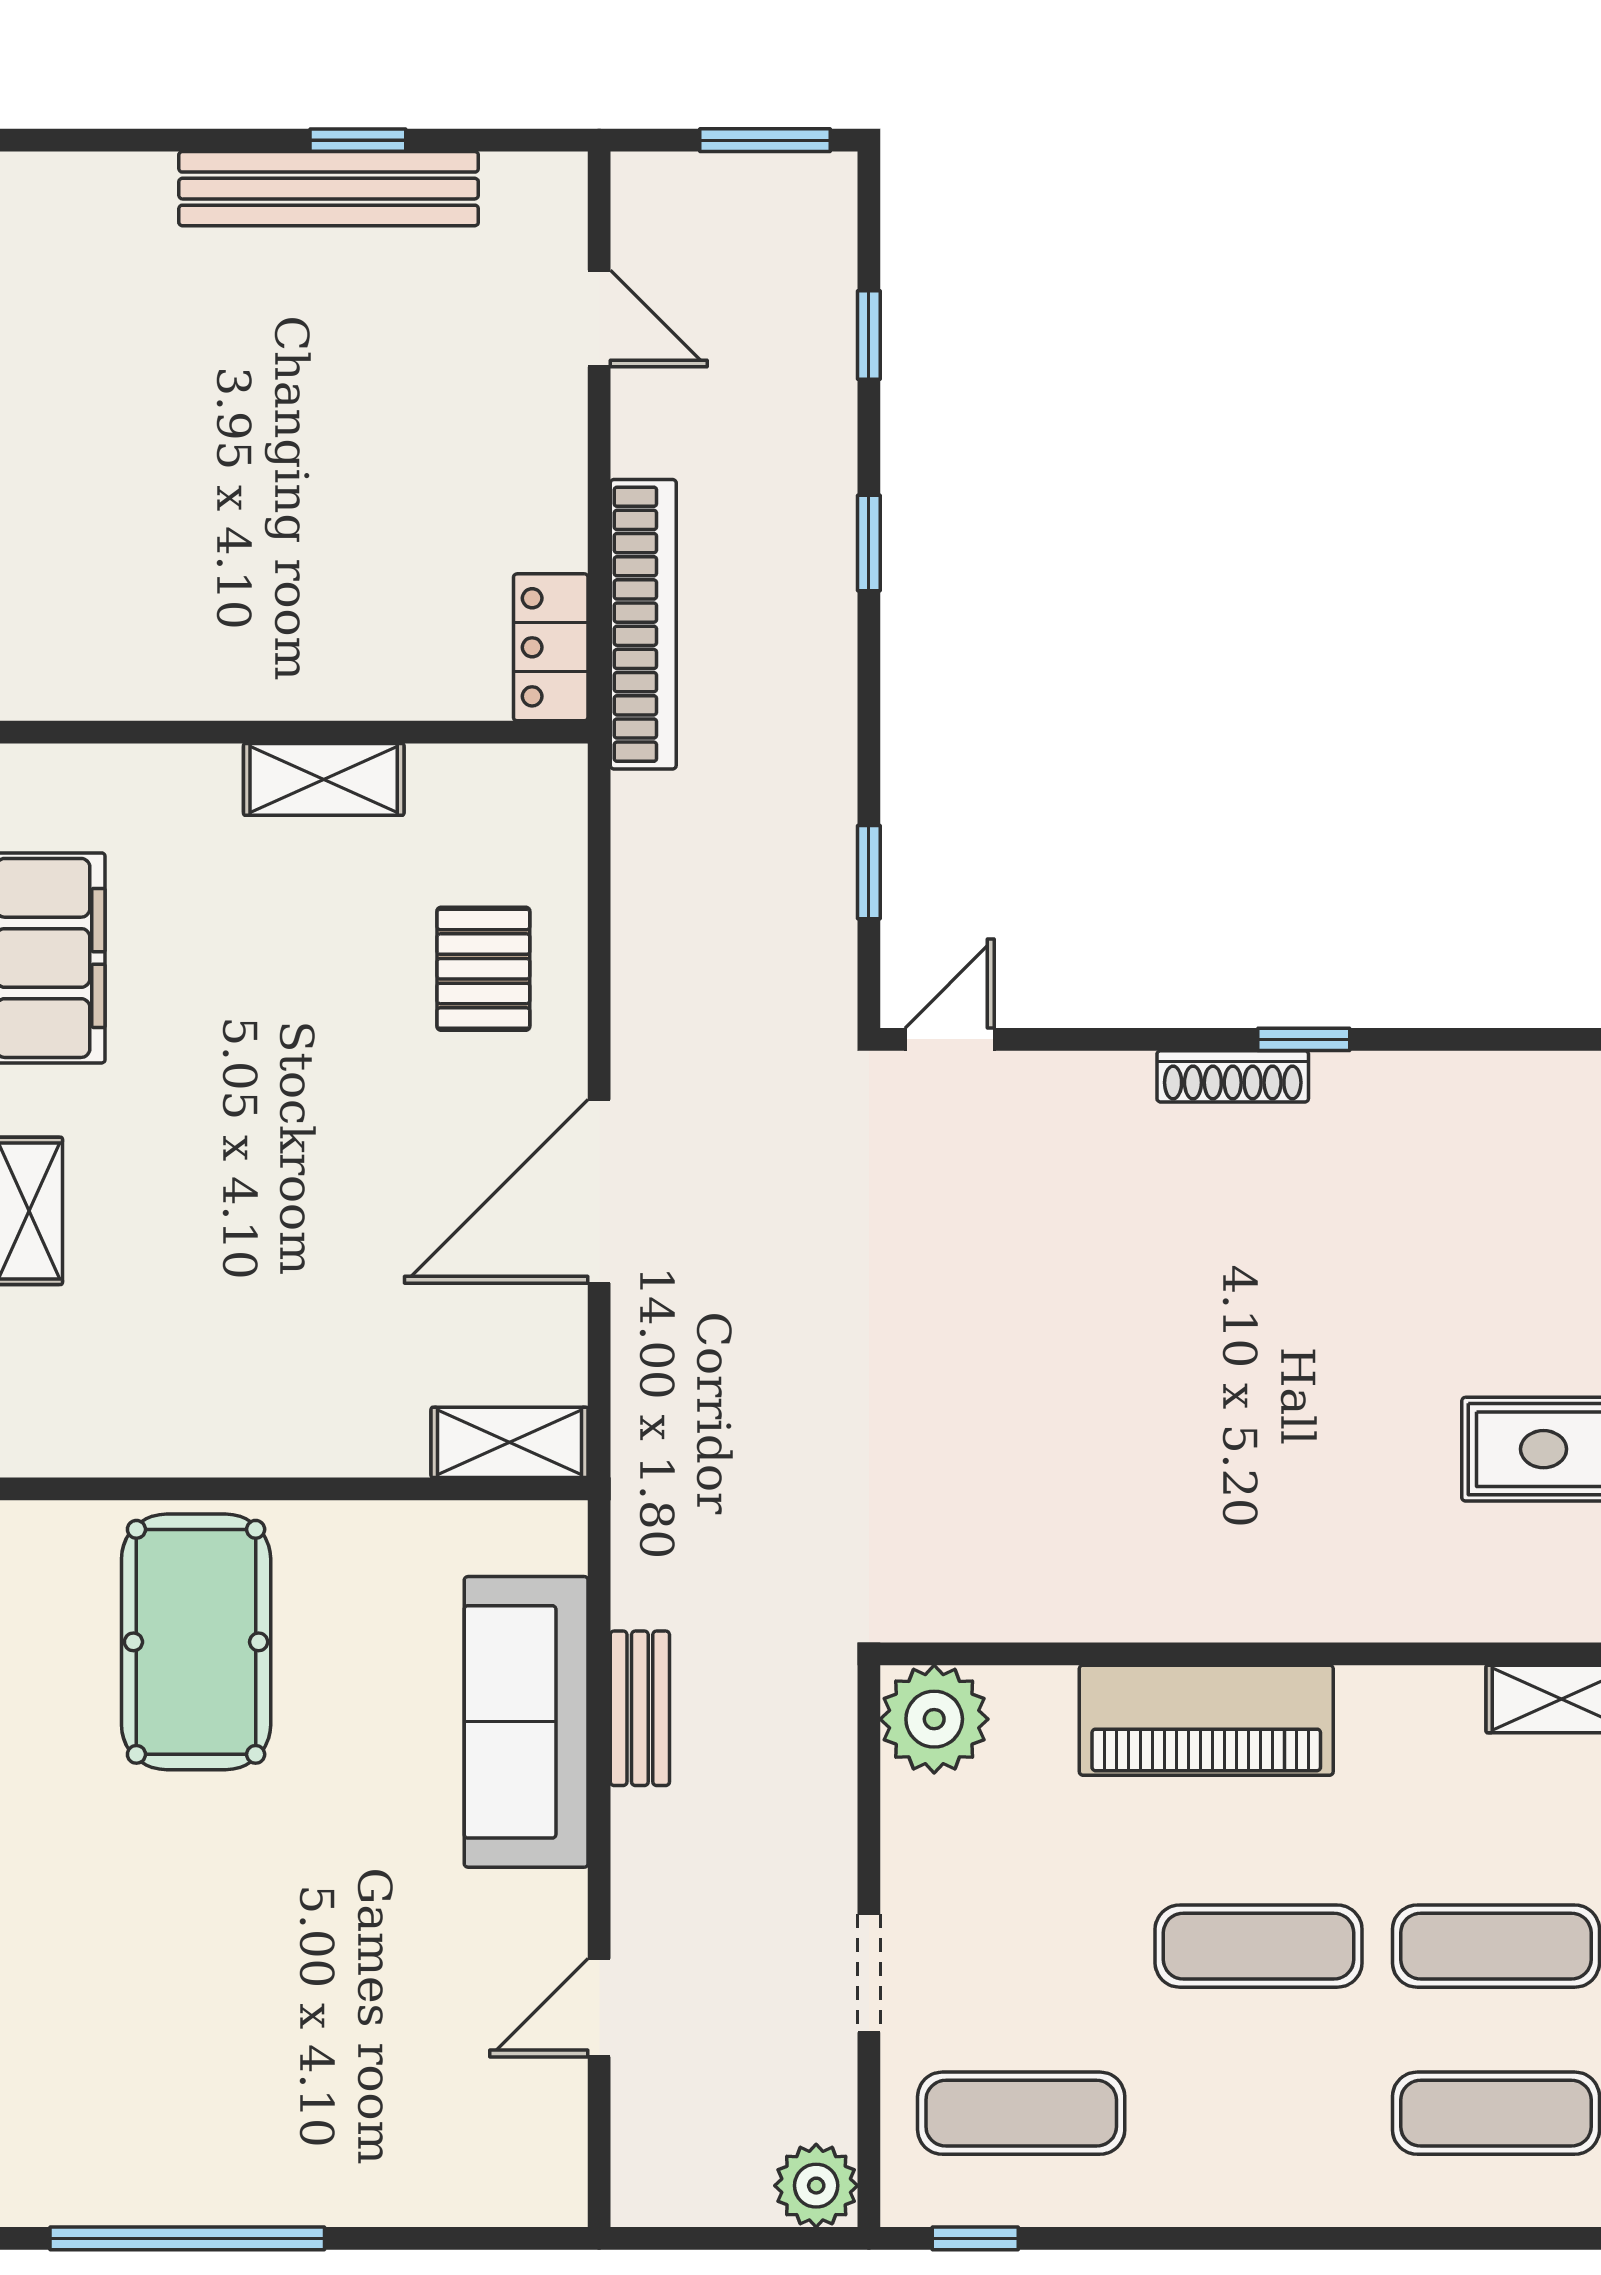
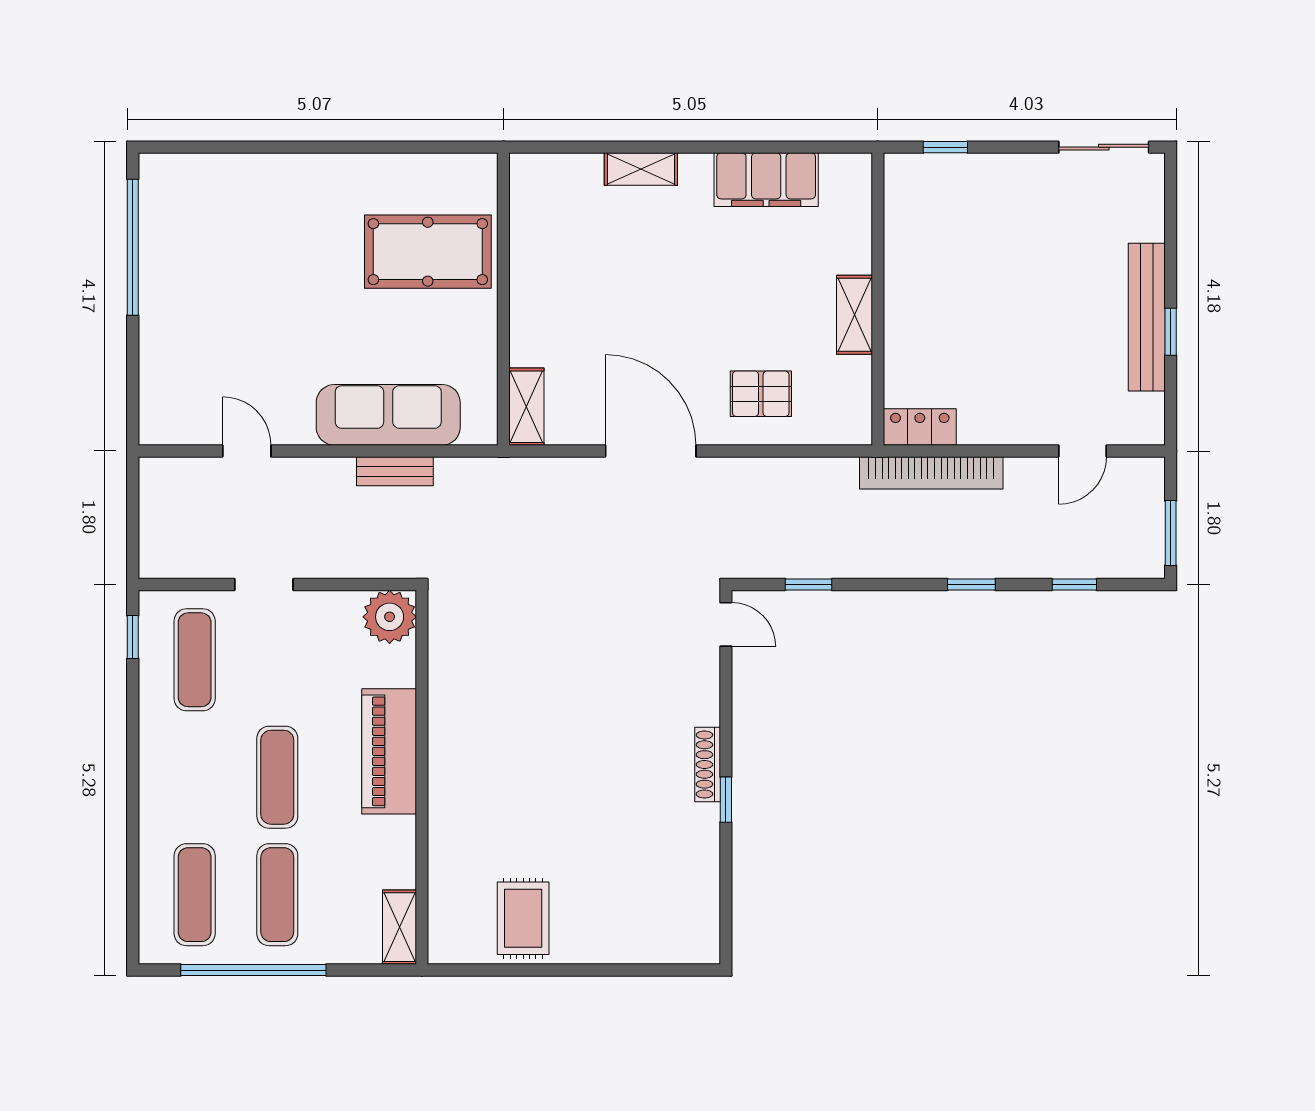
plant: (816, 2186) -> (159, 558), removed

